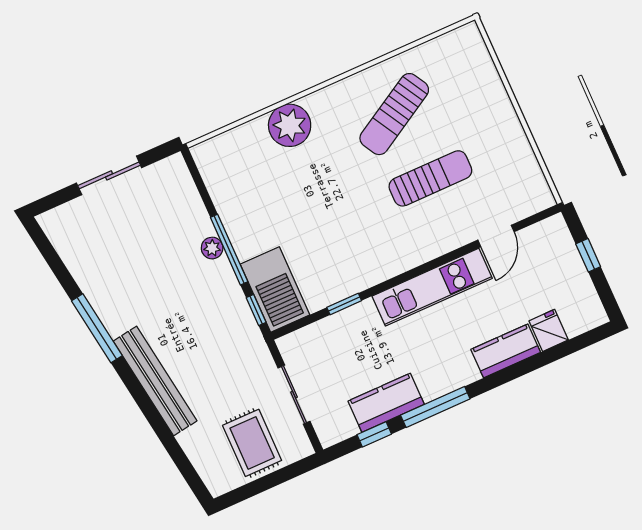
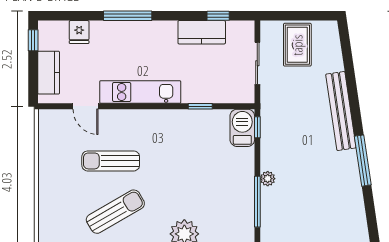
door: (496, 236) -> (86, 106), swing flipped
window: (229, 250) -> (257, 202), moved
window: (588, 255) -> (33, 40), moved
barbecue: (275, 290) -> (242, 128), width x0.73, depth x0.83
kitchen counter: (506, 351) -> (49, 73), moved, turned -90
window: (435, 407) -> (128, 16), moved

